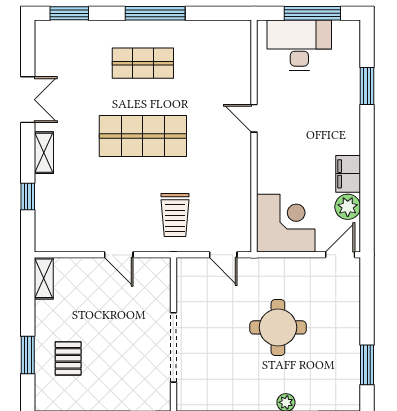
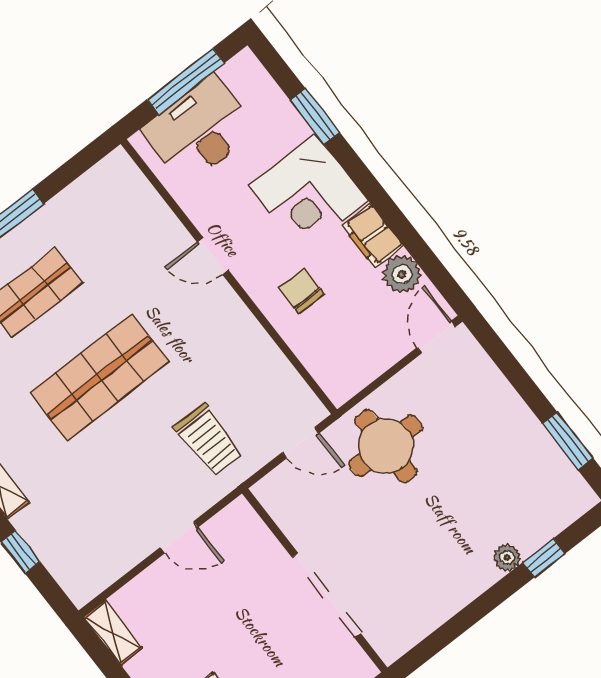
chair: (287, 174) -> (302, 291), added
corner desk: (286, 223) -> (308, 193), moved, turned 180
round table: (278, 327) -> (386, 446), moved

